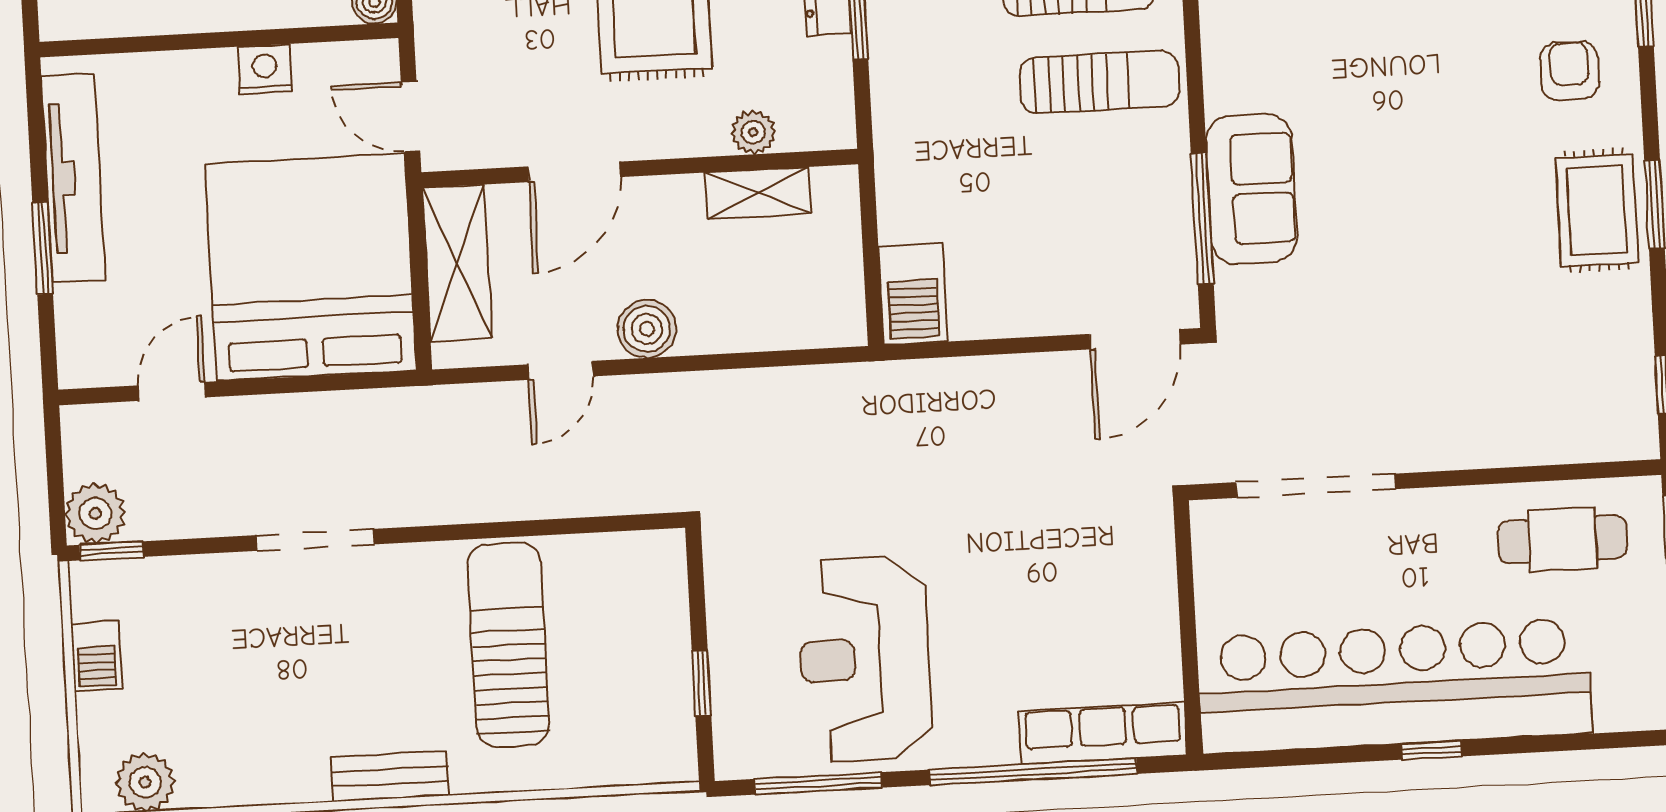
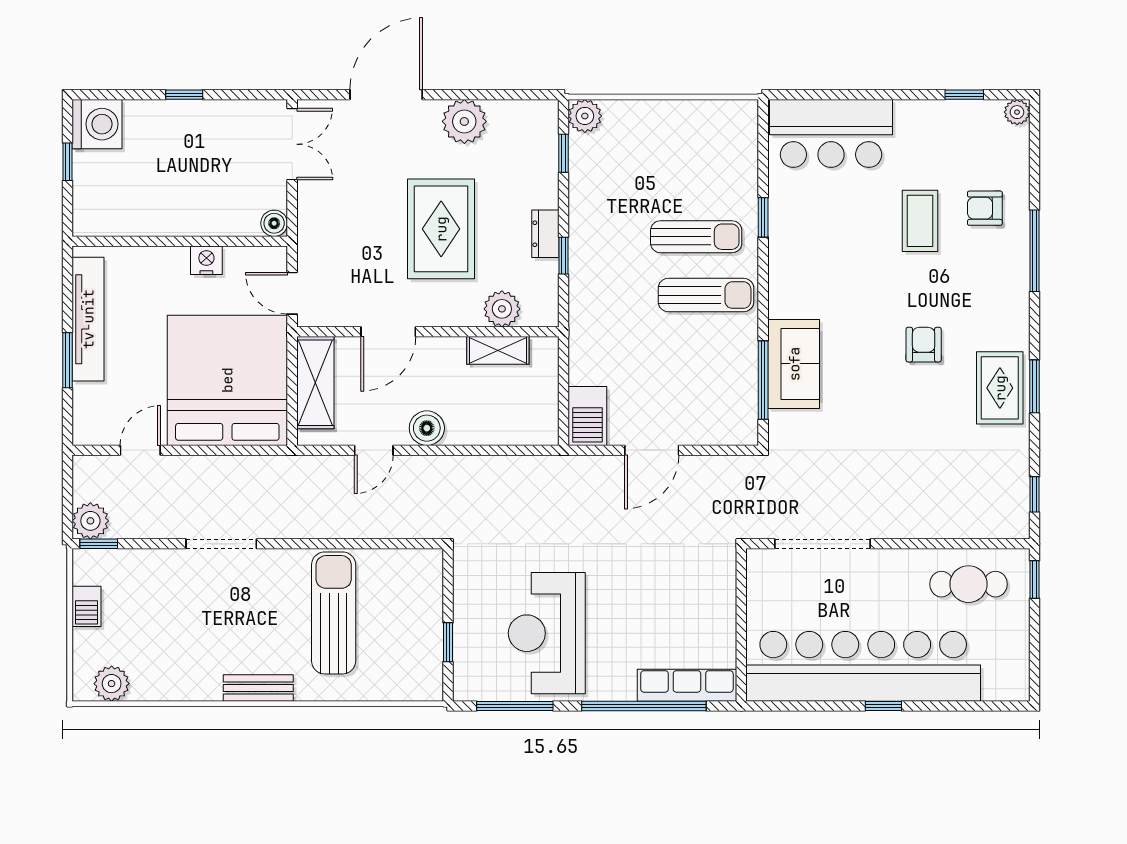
armchair: (1569, 71) -> (924, 345), moved
plant: (753, 132) -> (502, 309), width x1.38, depth x1.38
door: (1135, 339) -> (652, 450), moved

